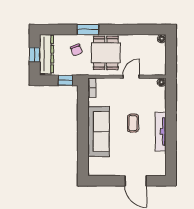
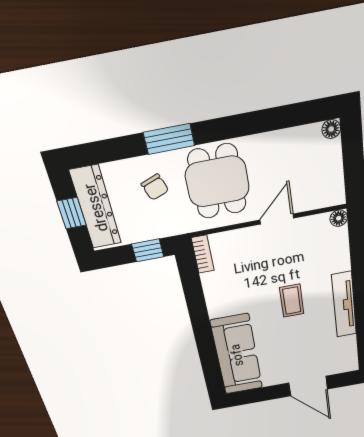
sofa: (99, 132) -> (237, 355), moved

